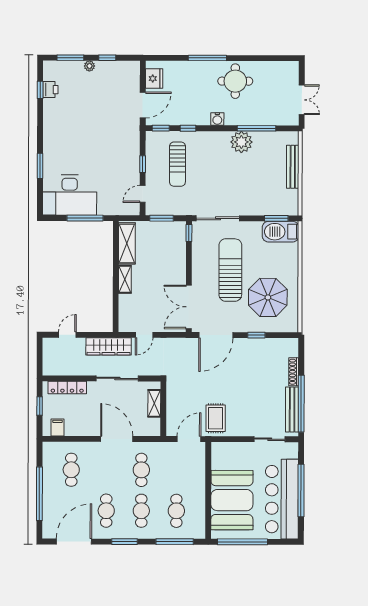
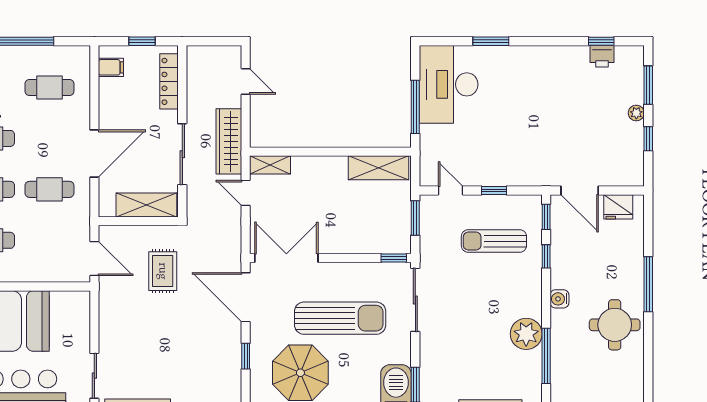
shelving: (125, 279) -> (270, 165), moved
shelving: (154, 403) -> (146, 205), width x1.50, depth x1.33
rug: (216, 418) -> (163, 271), moved, turned 90

